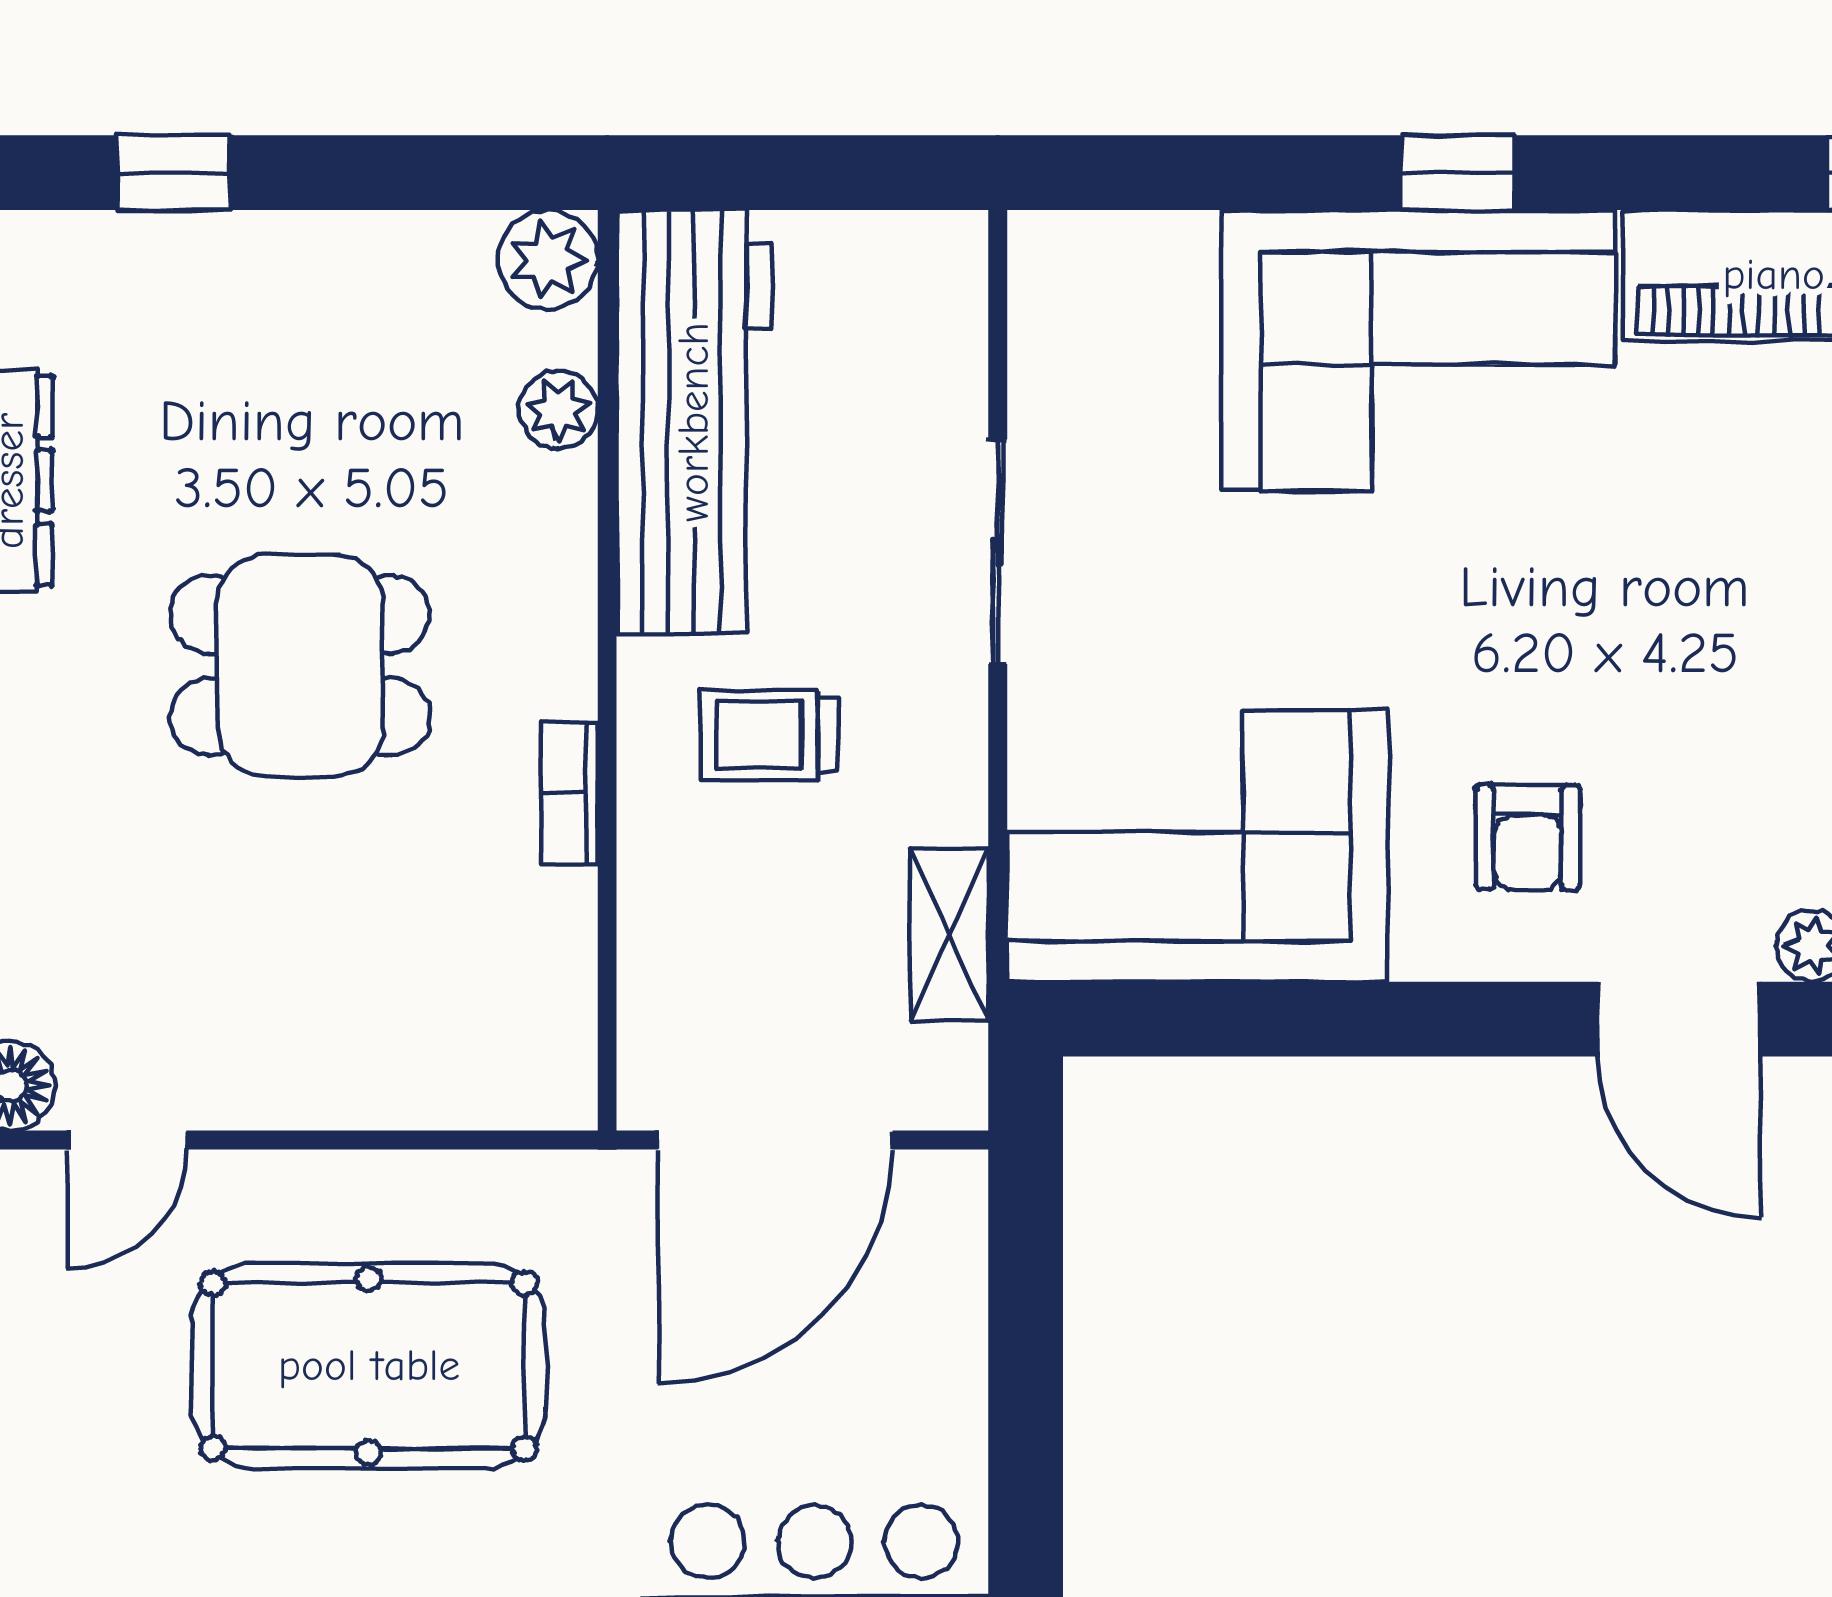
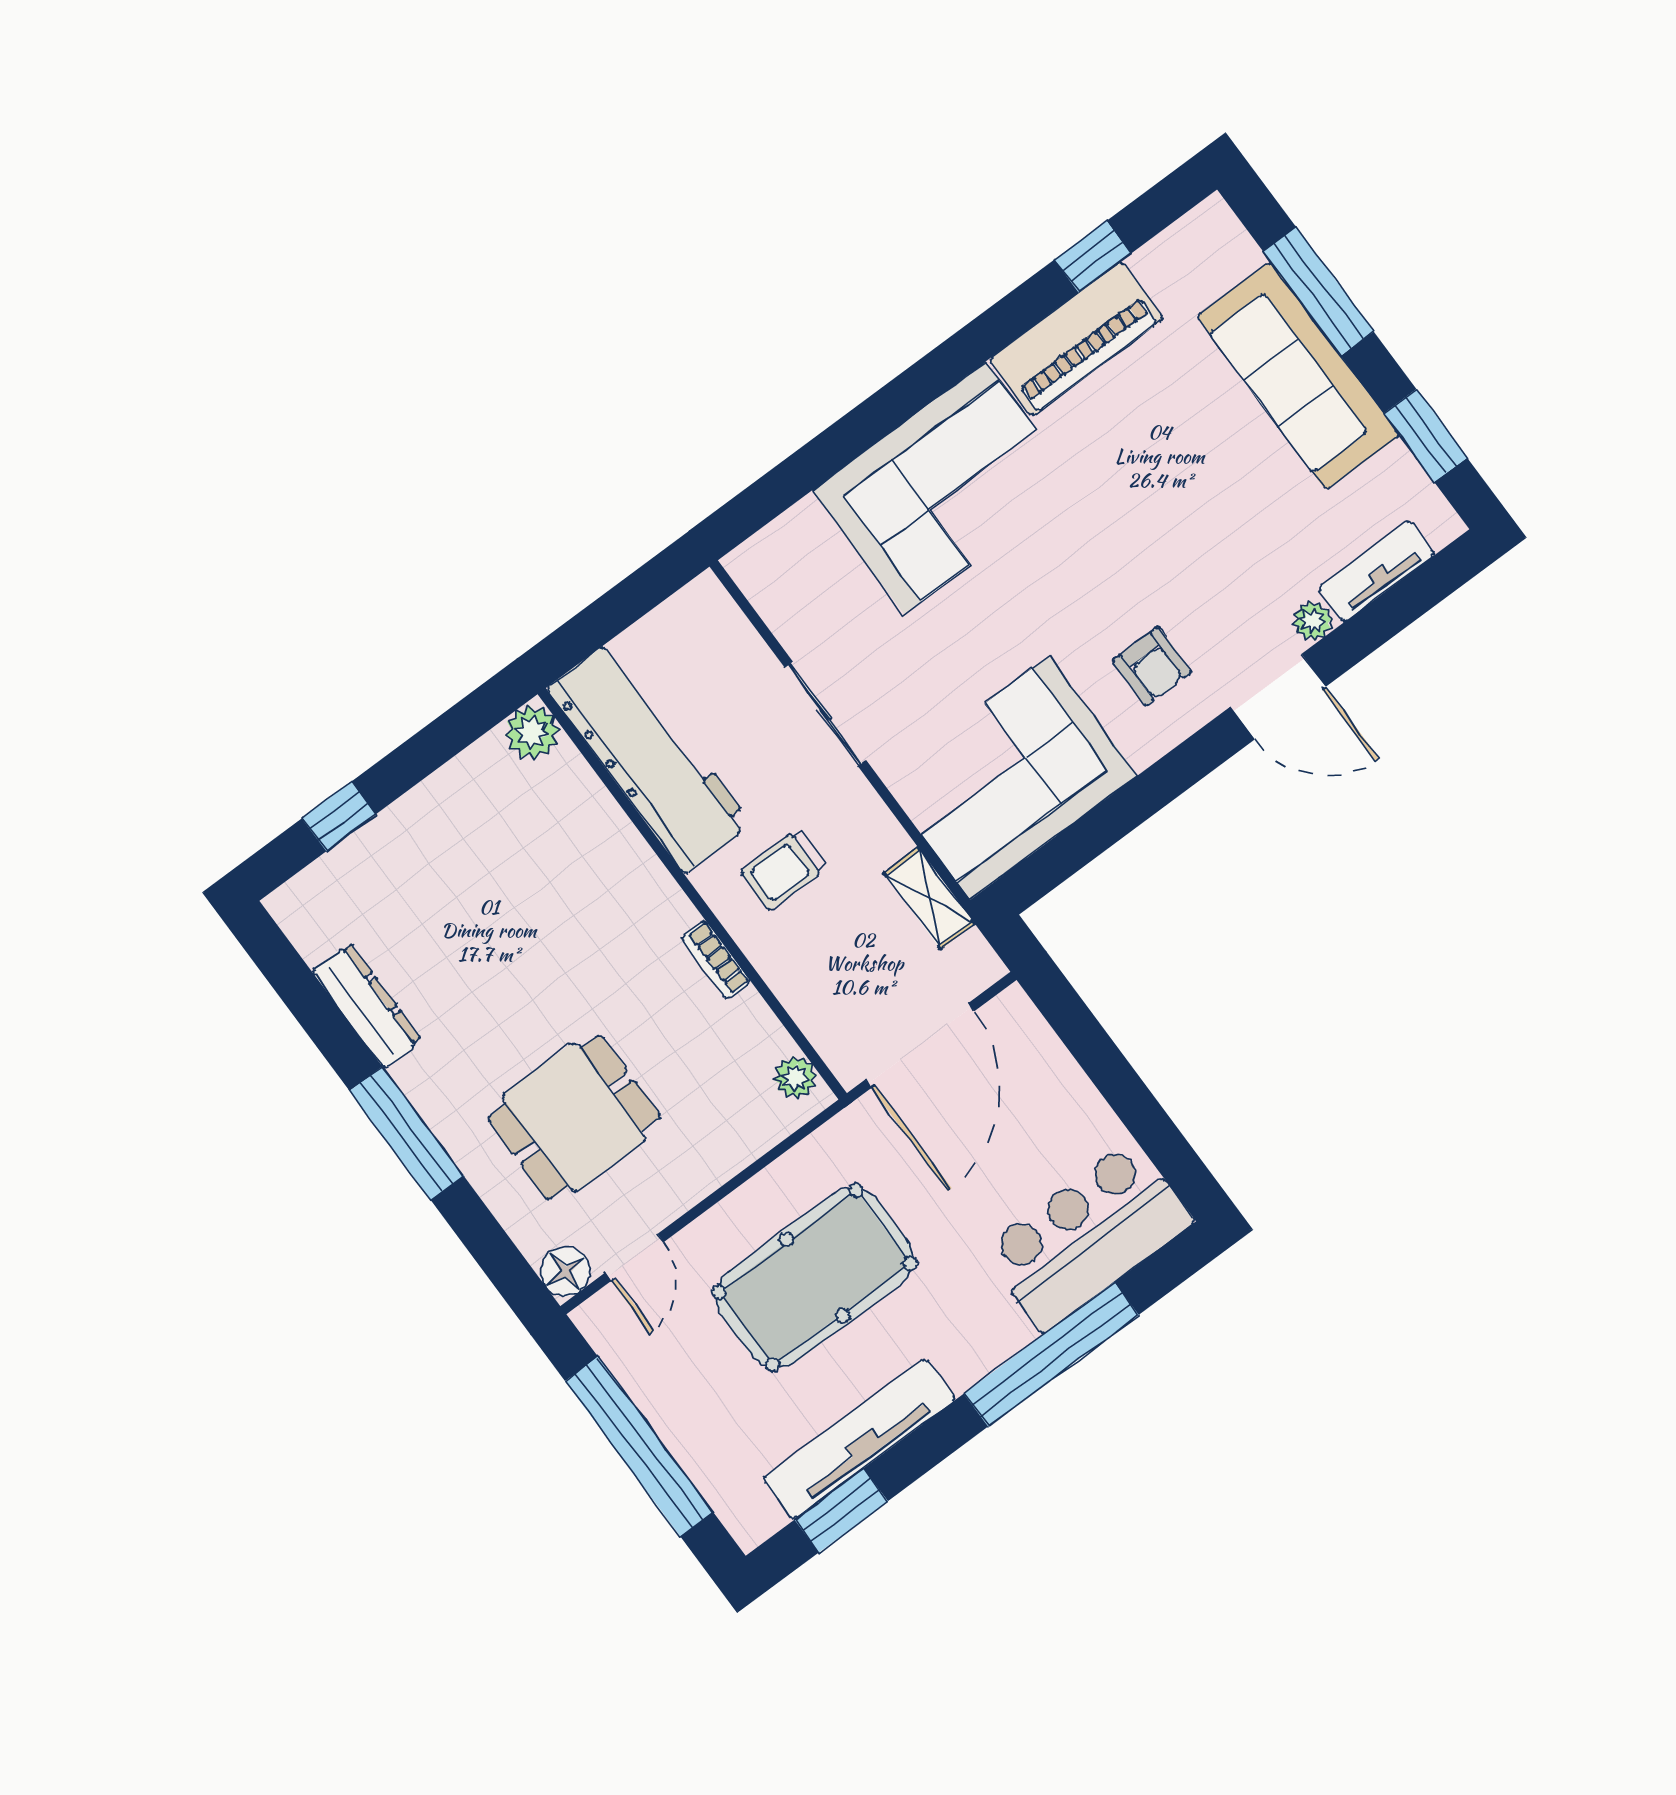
window: (1458, 173) -> (904, 397), removed
plant: (558, 410) -> (795, 1077), moved
dining table: (300, 666) -> (574, 1117), moved

